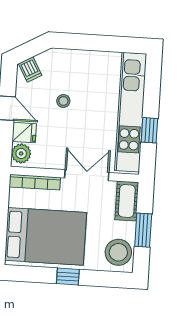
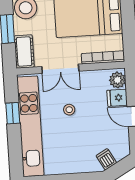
dishwasher: (30, 69) -> (106, 159), moved
stool: (63, 101) -> (69, 110), moved

